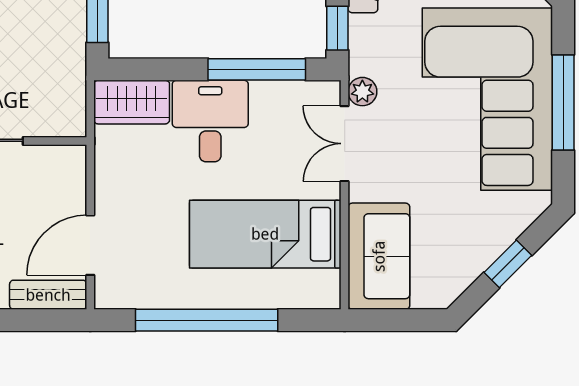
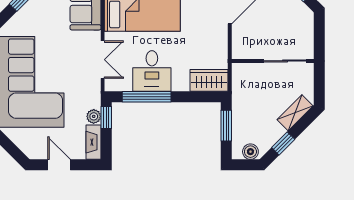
plant: (362, 92) -> (94, 116), moved
desk: (210, 121) -> (152, 71), moved

